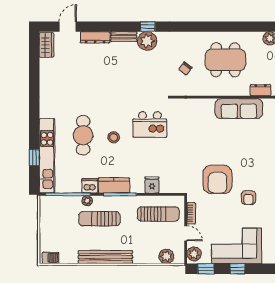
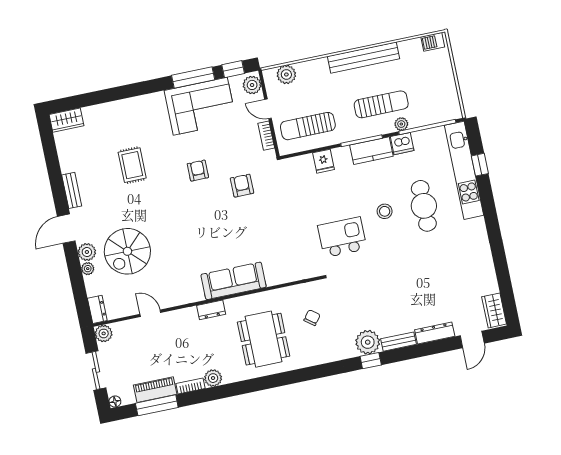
dining table: (225, 60) -> (264, 339), turned 90
armchair: (218, 179) -> (242, 186), width x0.53, depth x0.53
window: (237, 269) -> (193, 78), width x2.17

